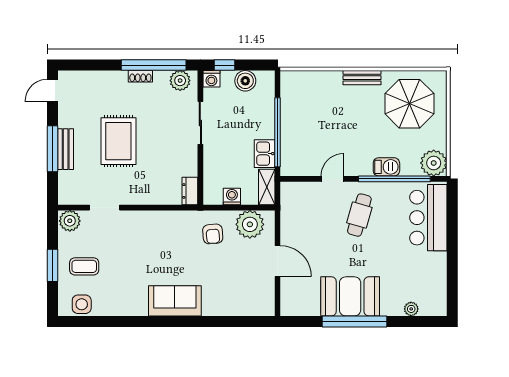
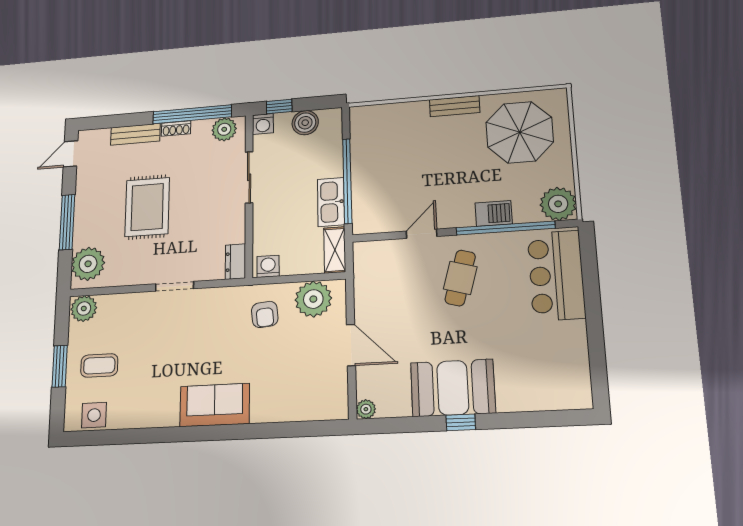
bench: (66, 149) -> (135, 134), moved, turned 90
kitchen sink: (265, 154) -> (331, 202), width x1.38
plant: (72, 185) -> (88, 264), added
washing machine: (232, 196) -> (268, 266), moved
doorway: (104, 208) -> (174, 286), moved
plant: (411, 309) -> (366, 409), moved
window: (355, 321) -> (461, 422), width x0.32

